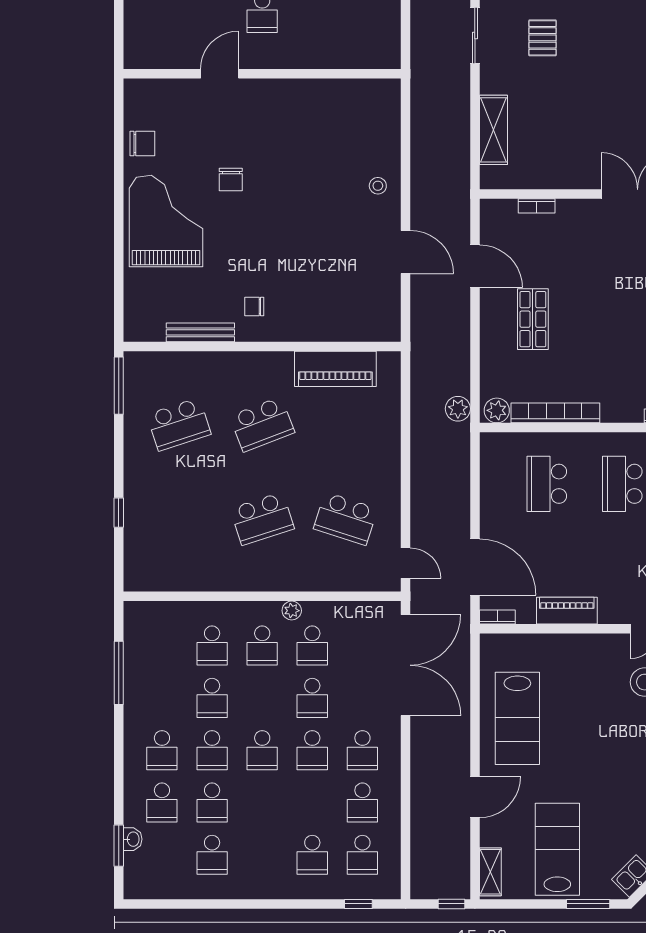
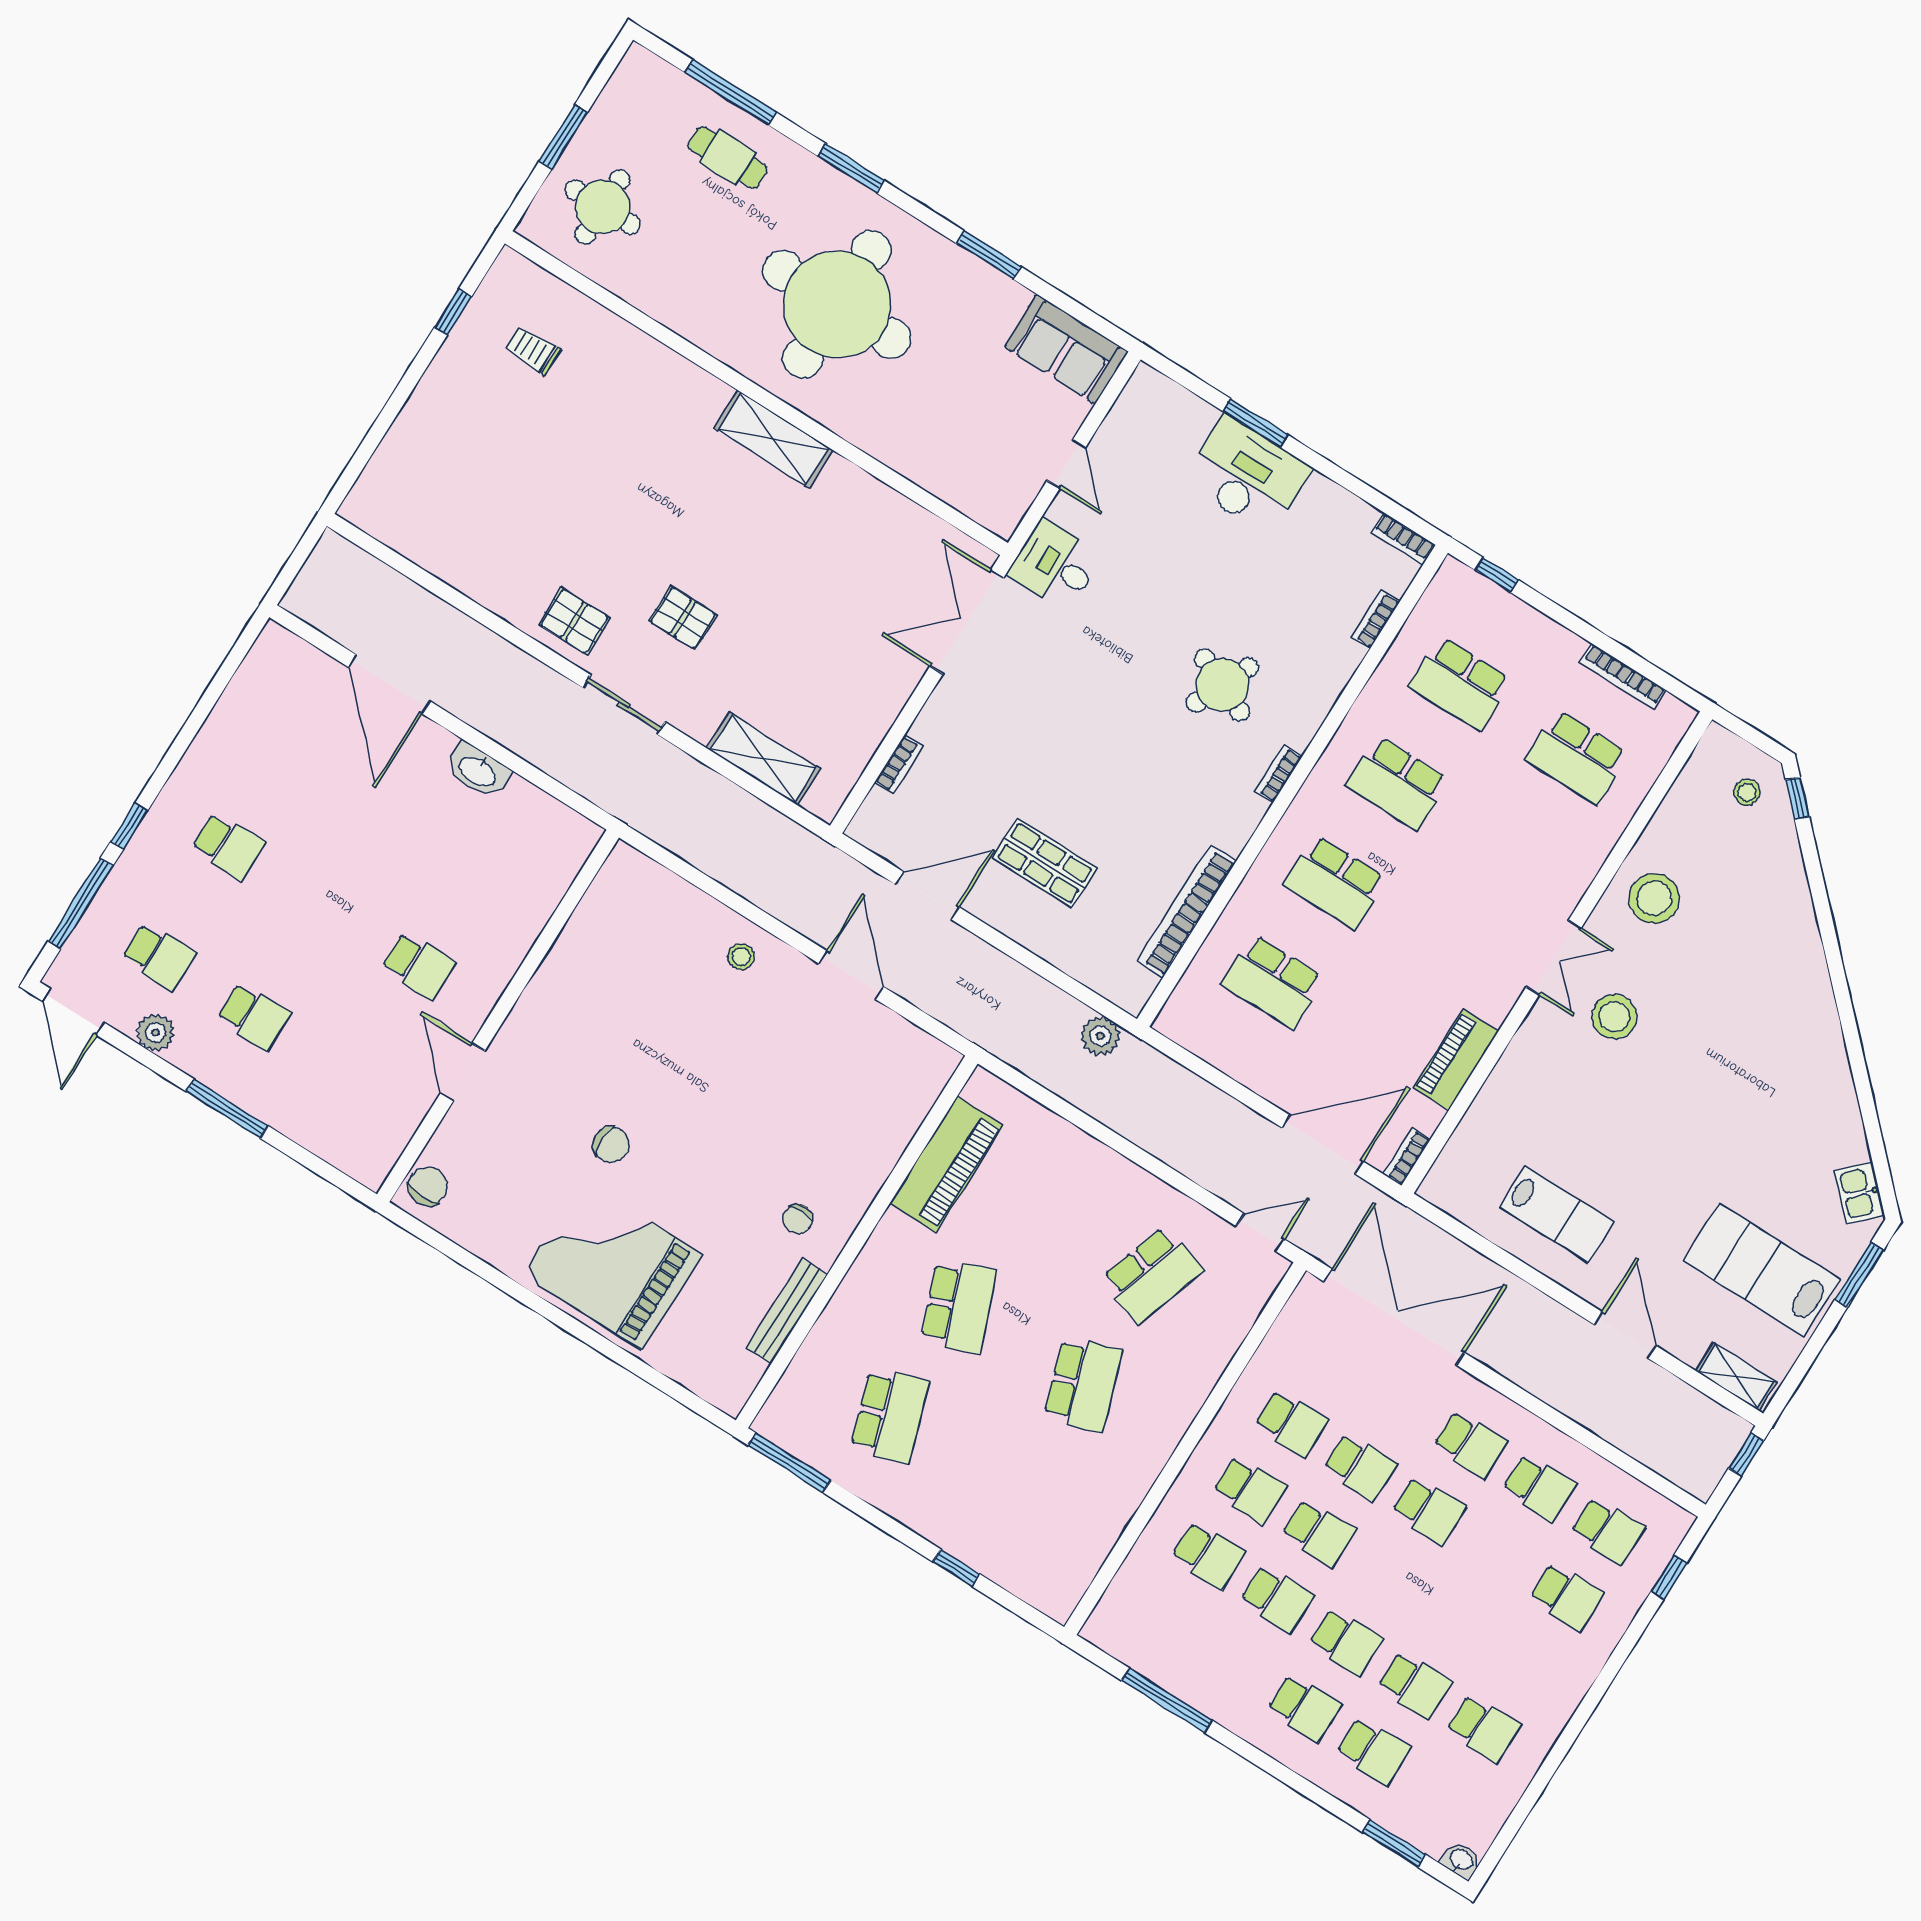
chair: (142, 143) -> (428, 1186), moved
door: (406, 252) -> (851, 975), hinge flipped
plant: (497, 410) -> (1135, 986), removed
plant: (292, 611) -> (1228, 1421), removed
lab bench: (517, 718) -> (1557, 1214), width x0.73, depth x0.72
school desk: (262, 750) -> (1318, 1533), moved
washbasin: (133, 839) -> (1461, 1860), moved

